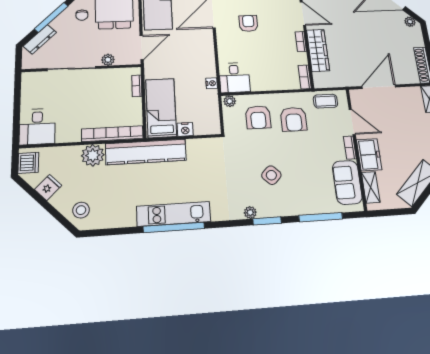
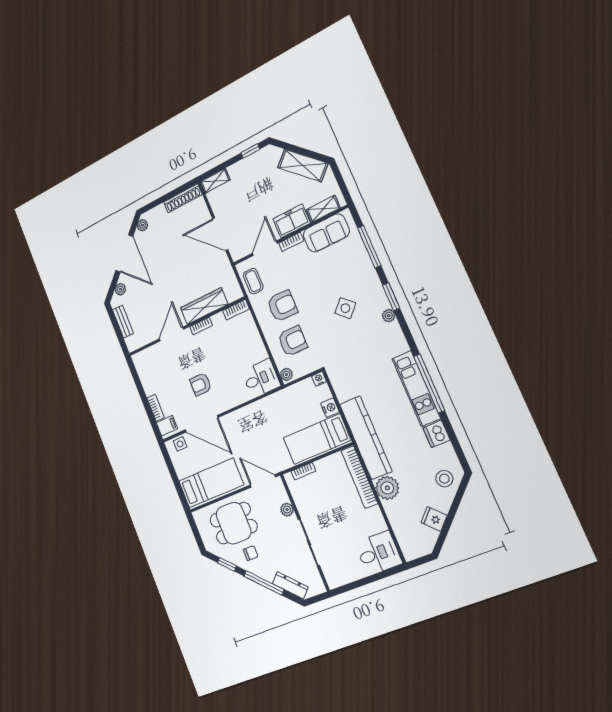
nightstand: (212, 83) -> (319, 379), moved
dishwasher: (28, 163) -> (436, 434), moved, turned -90

